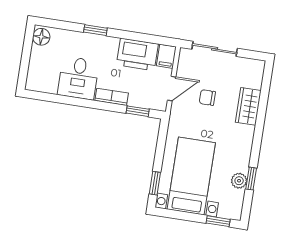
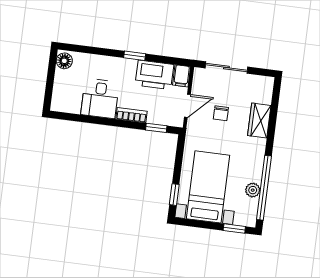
window: (95, 30) -> (135, 56), moved
chair: (207, 97) -> (221, 113), turned -90
window: (251, 179) -> (264, 188), width x3.17

